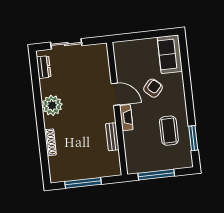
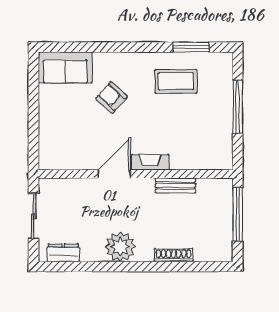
door: (115, 94) -> (114, 174), moved
wall: (117, 109) -> (136, 174), moved
fireplace: (126, 118) -> (150, 162), moved
bench: (112, 137) -> (175, 185), moved

